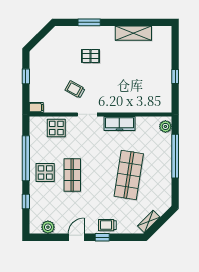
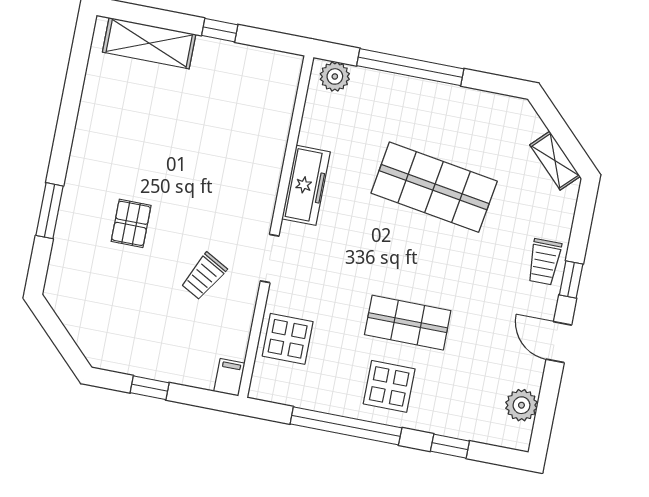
shelving: (133, 33) -> (149, 43), moved, turned 90

